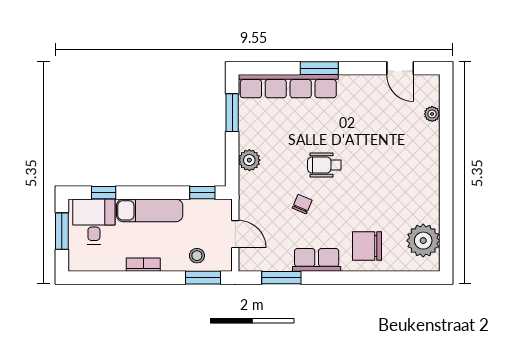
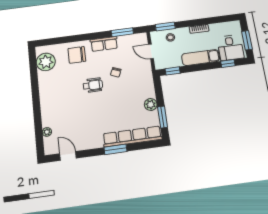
plant: (249, 160) -> (151, 104), moved
wheelchair: (324, 165) -> (93, 85), moved
chair: (367, 246) -> (77, 55), turned 180

